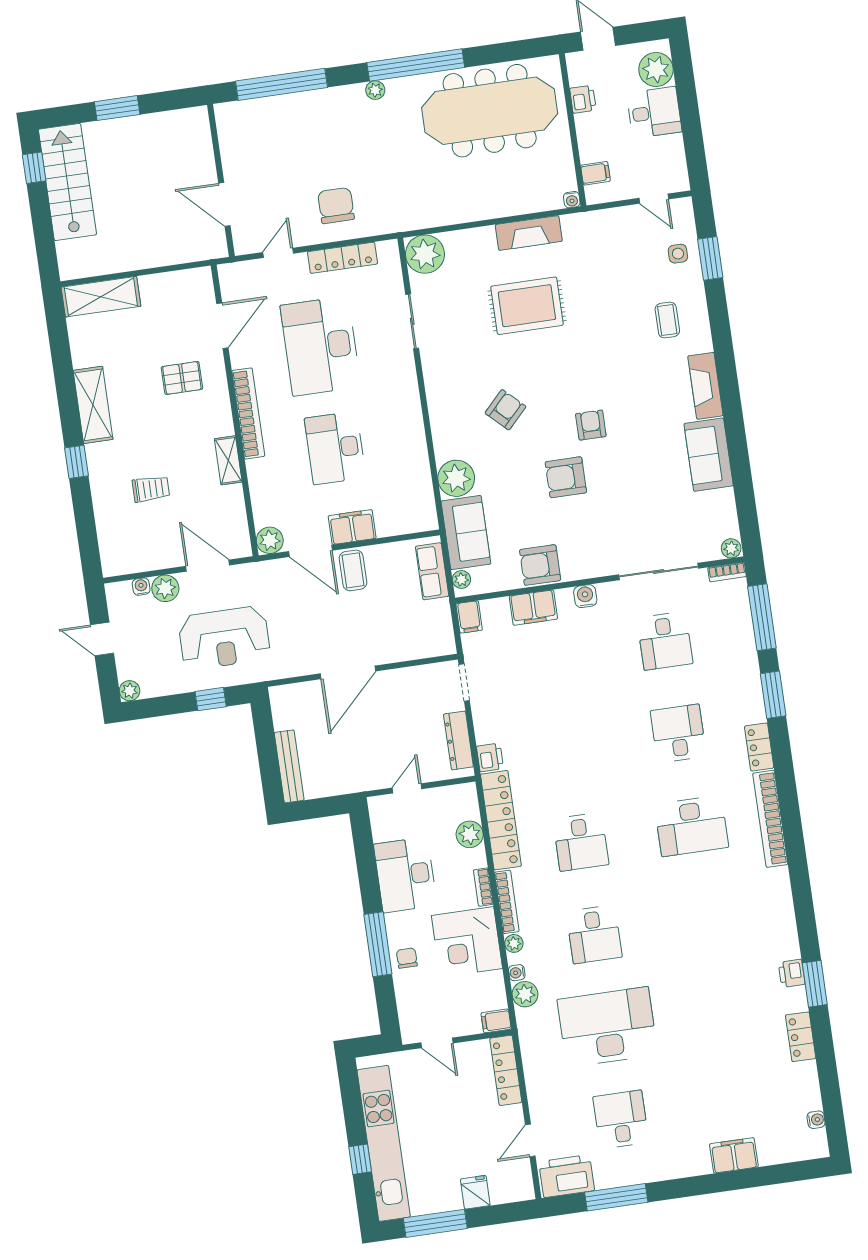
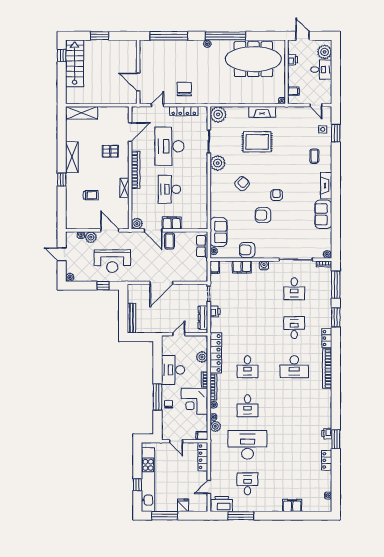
plant: (456, 478) -> (218, 163), moved
printer: (490, 757) -> (215, 311), moved

